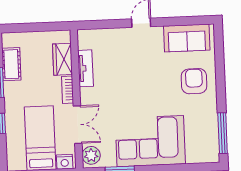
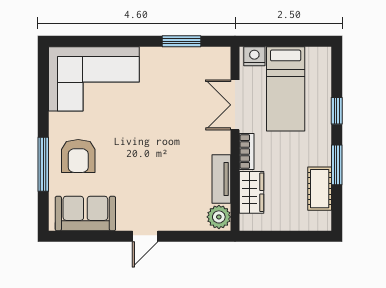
window: (223, 133) -> (43, 164), moved
corner sofa: (150, 141) -> (94, 79), moved
plant: (91, 155) -> (219, 217), moved

